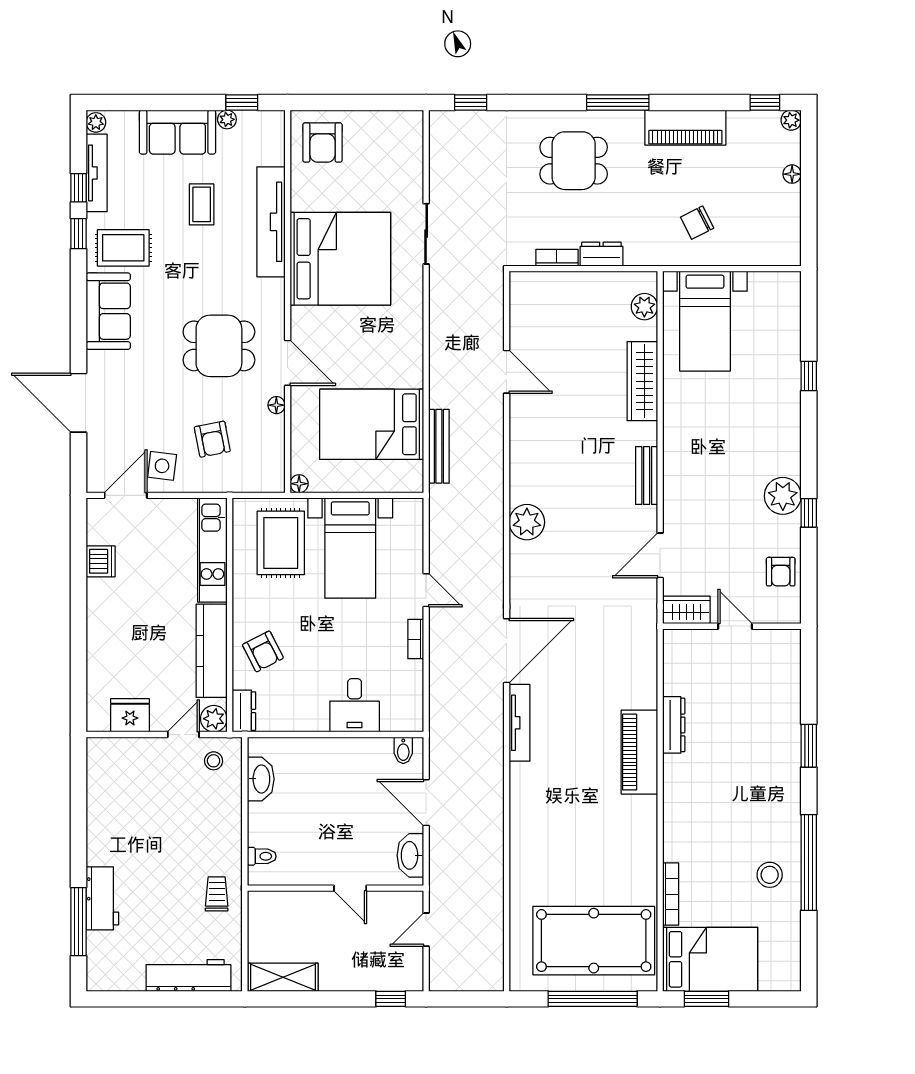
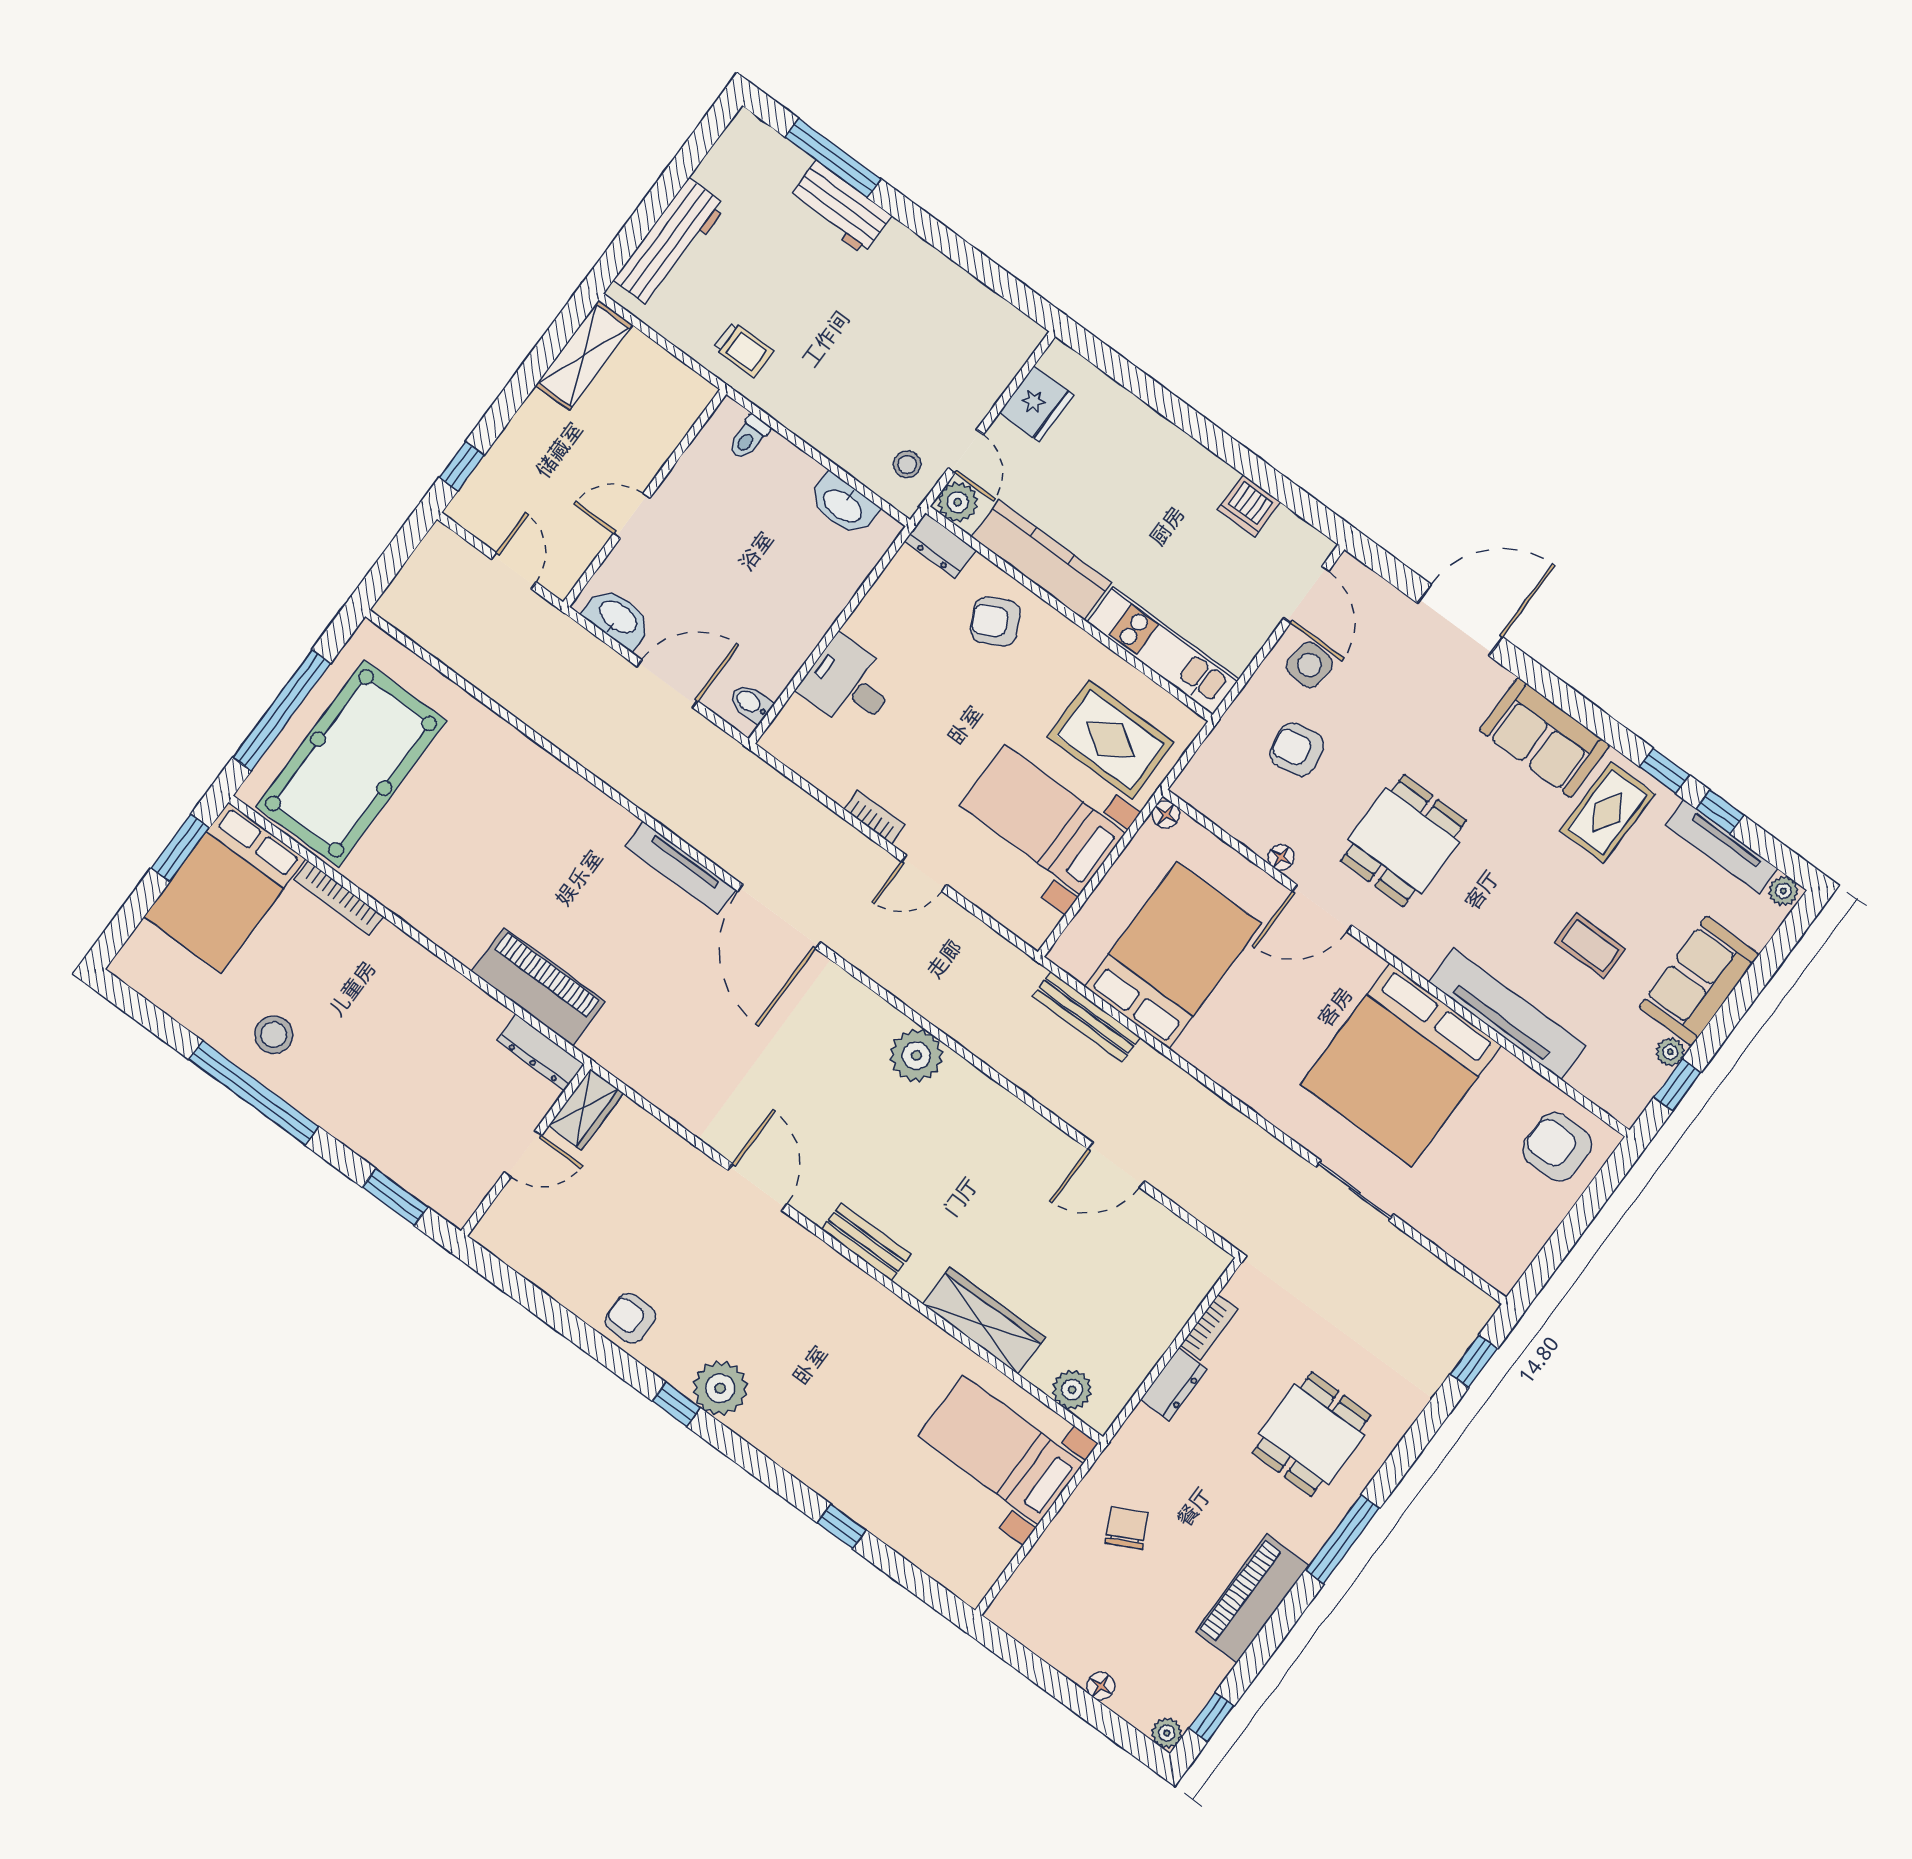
wardrobe: (686, 610) -> (586, 1110), moved
wall: (732, 626) -> (526, 1150), moved
door: (735, 626) -> (523, 1154), moved

